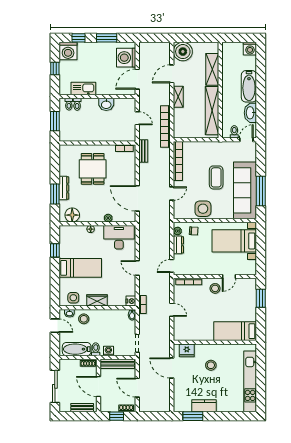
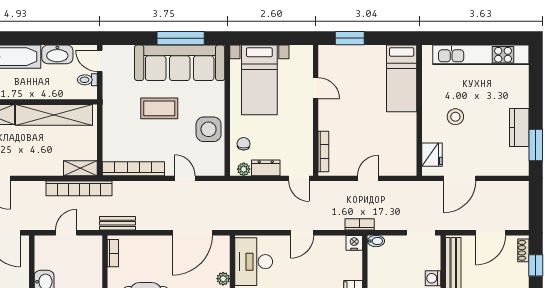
shelving: (178, 97) -> (80, 168), moved
stool: (215, 288) -> (334, 110), removed

